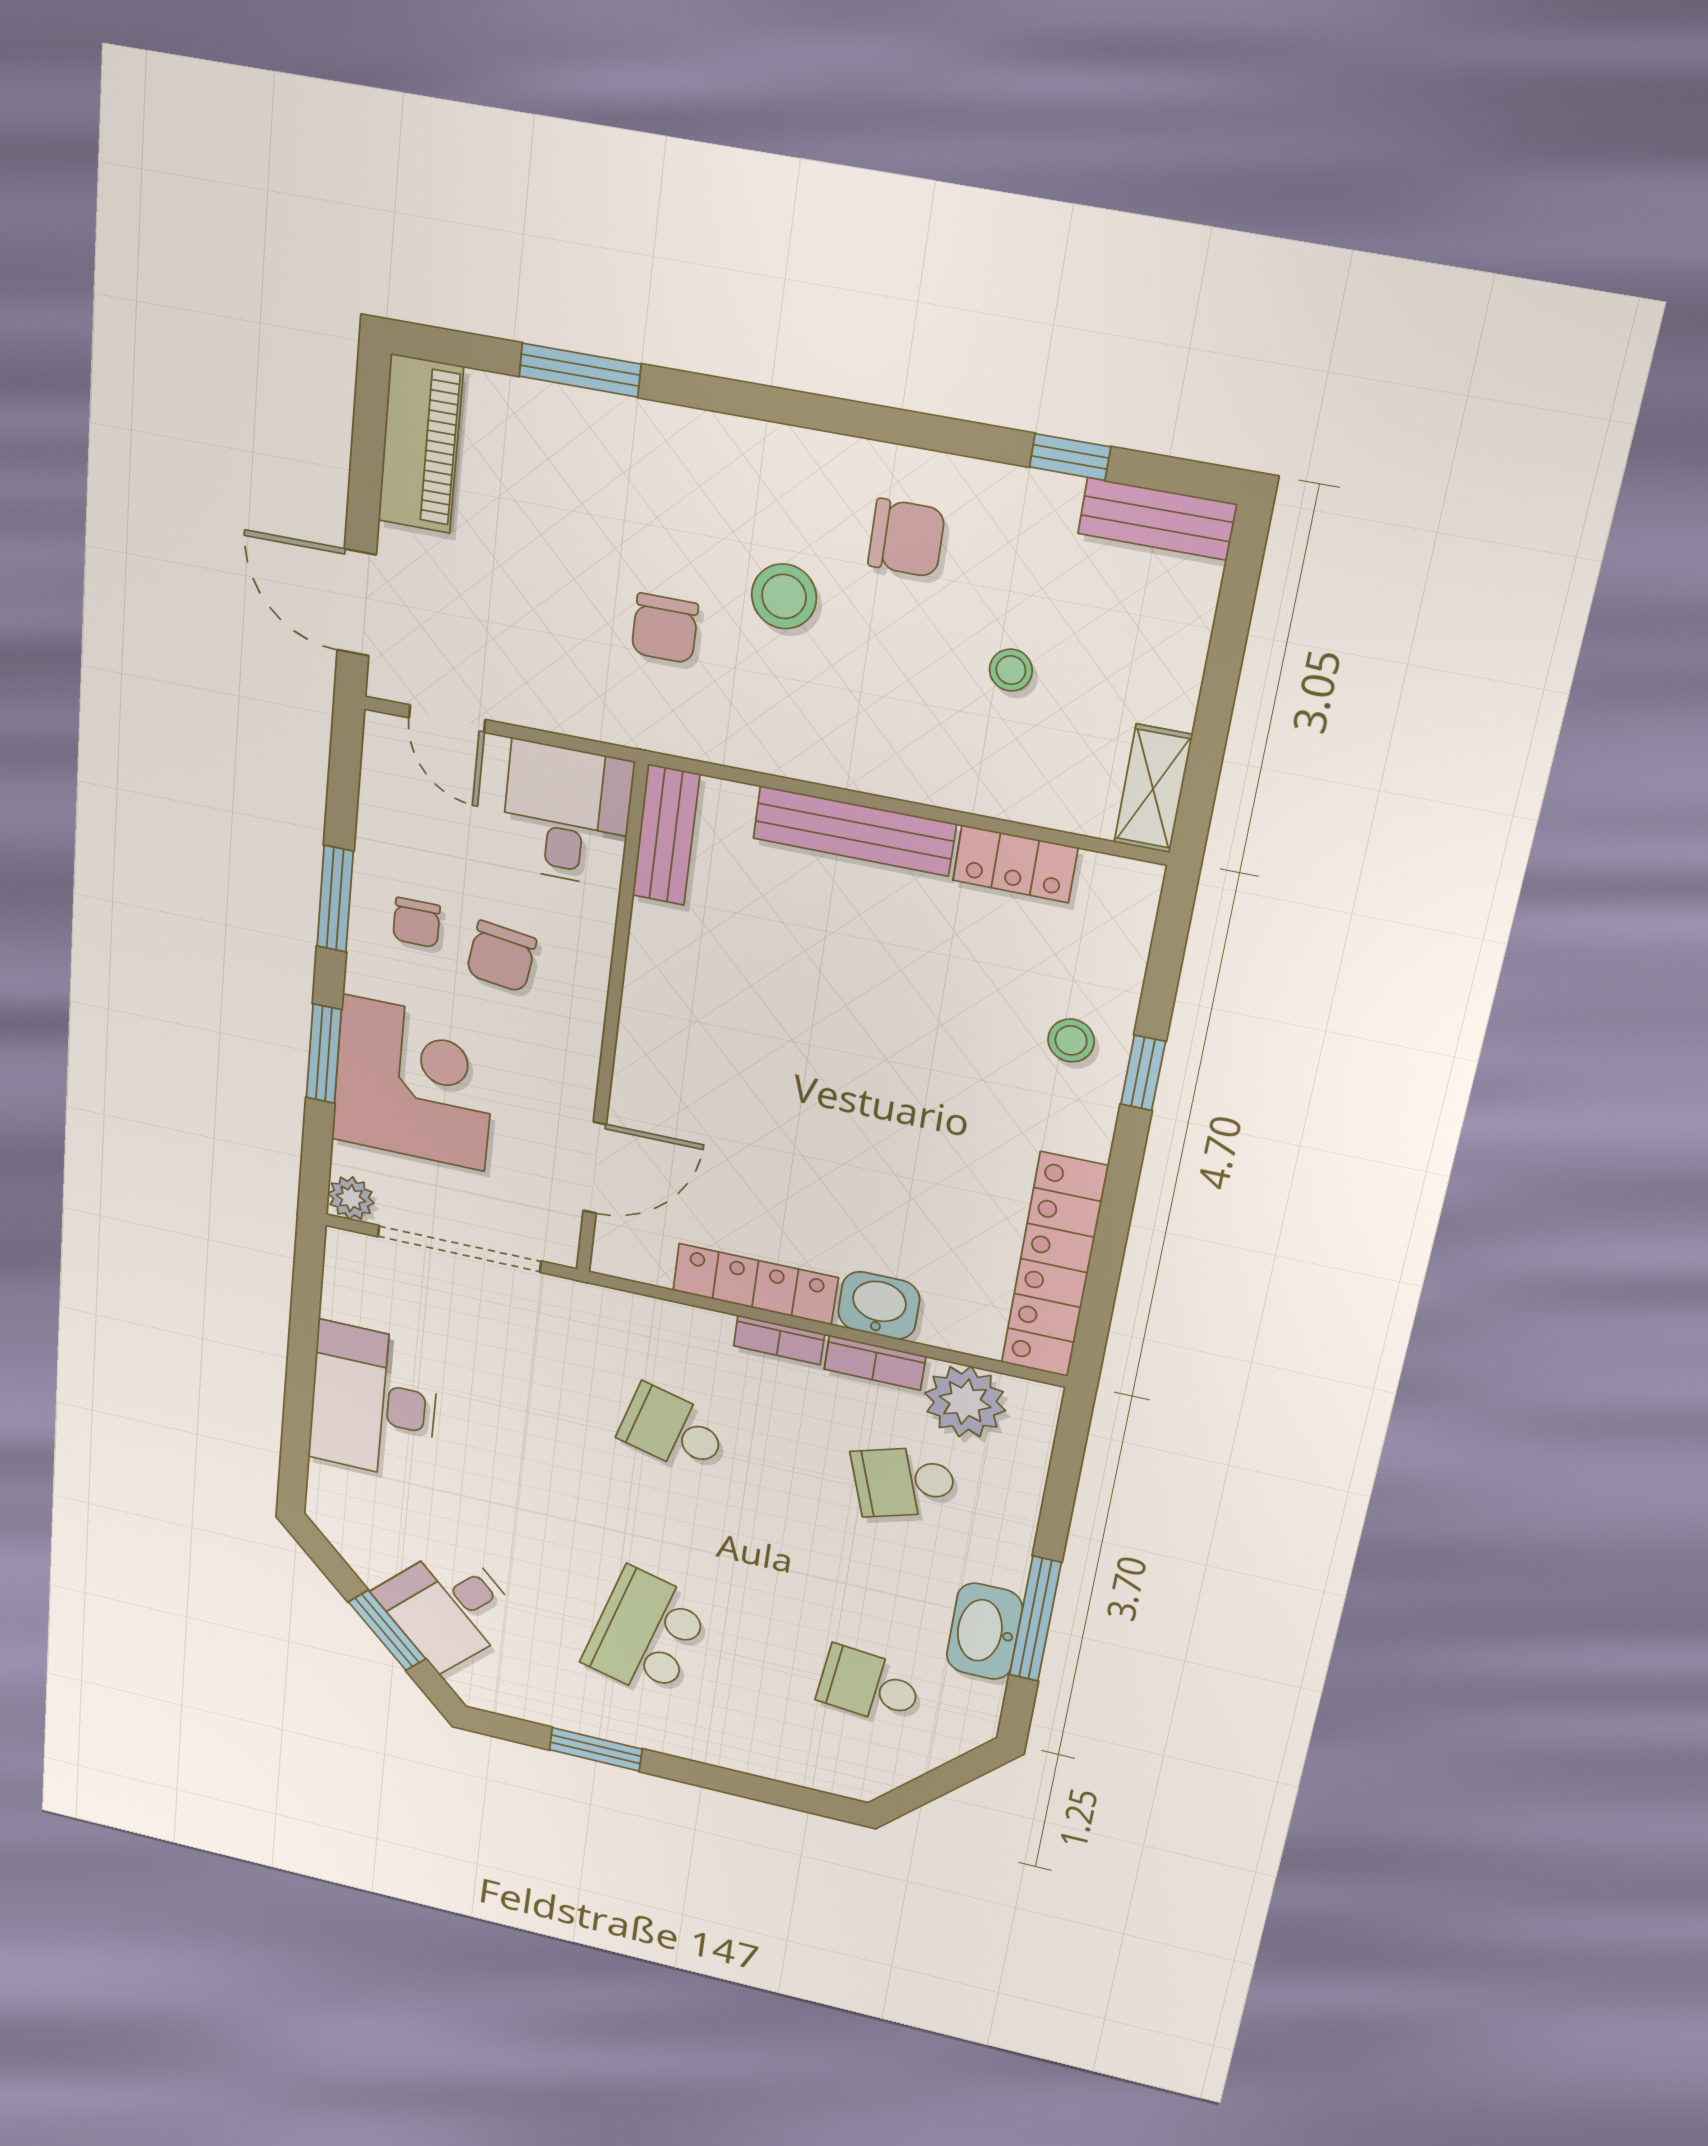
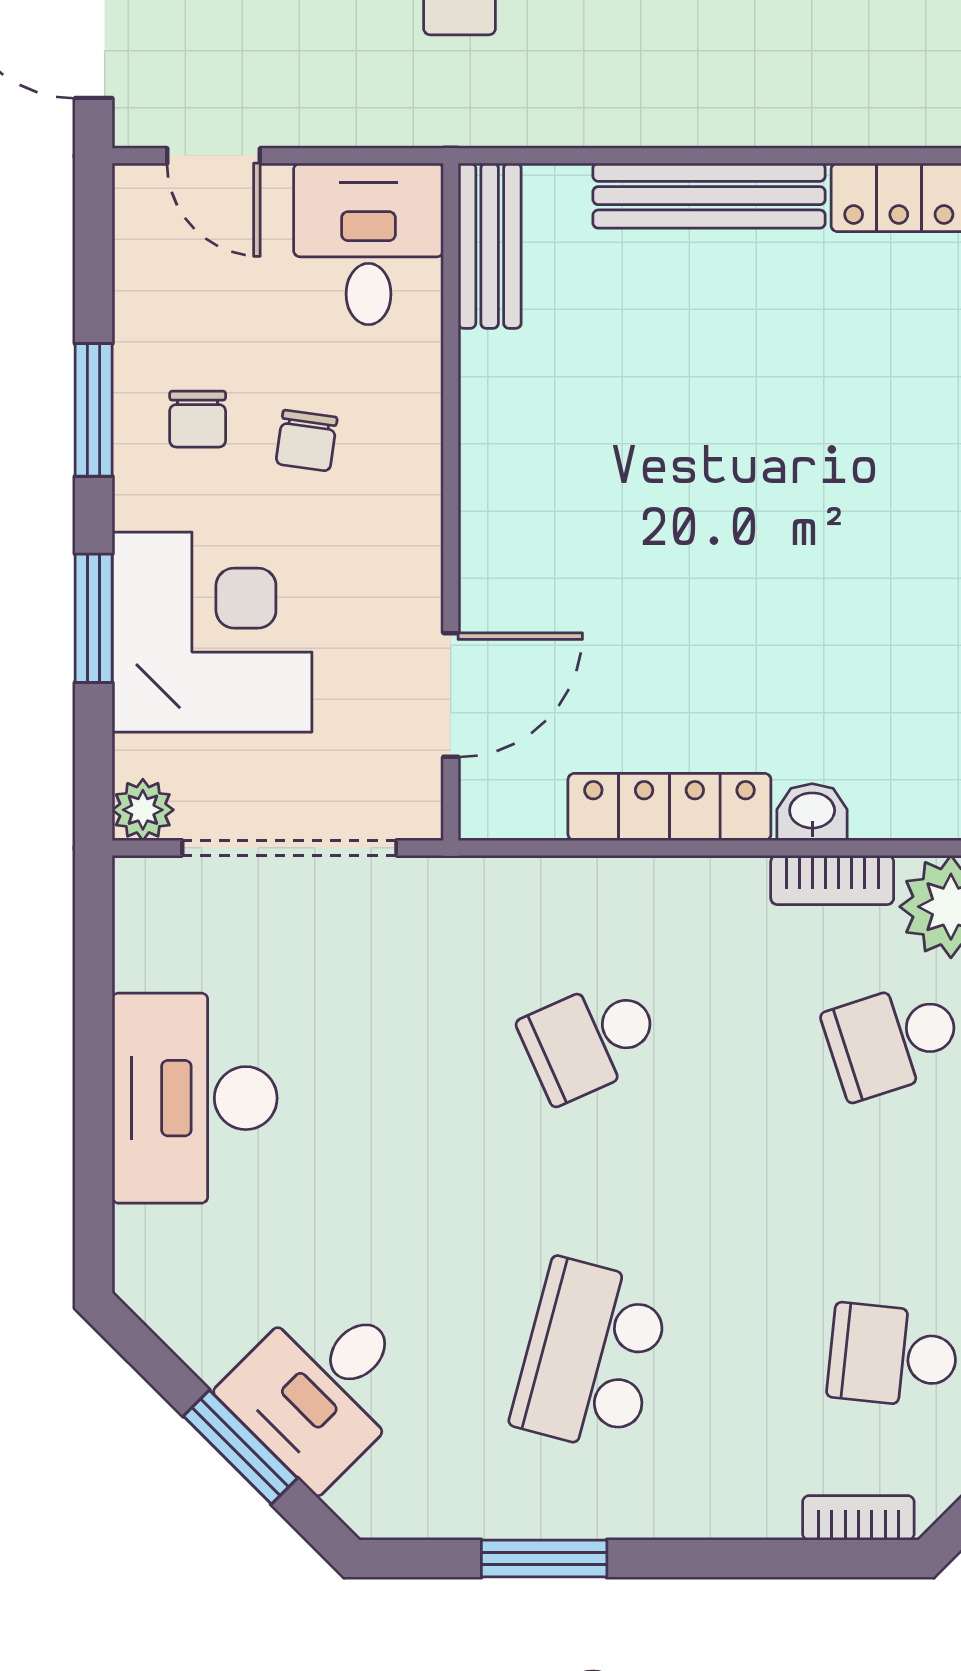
chair: (501, 957) -> (307, 441), width x0.73, depth x0.73
washbasin: (879, 1305) -> (812, 812), width x0.72, depth x0.69
bookcase: (779, 1340) -> (858, 1518), moved, turned 180
school desk: (673, 1430) -> (591, 1040), turned -39

